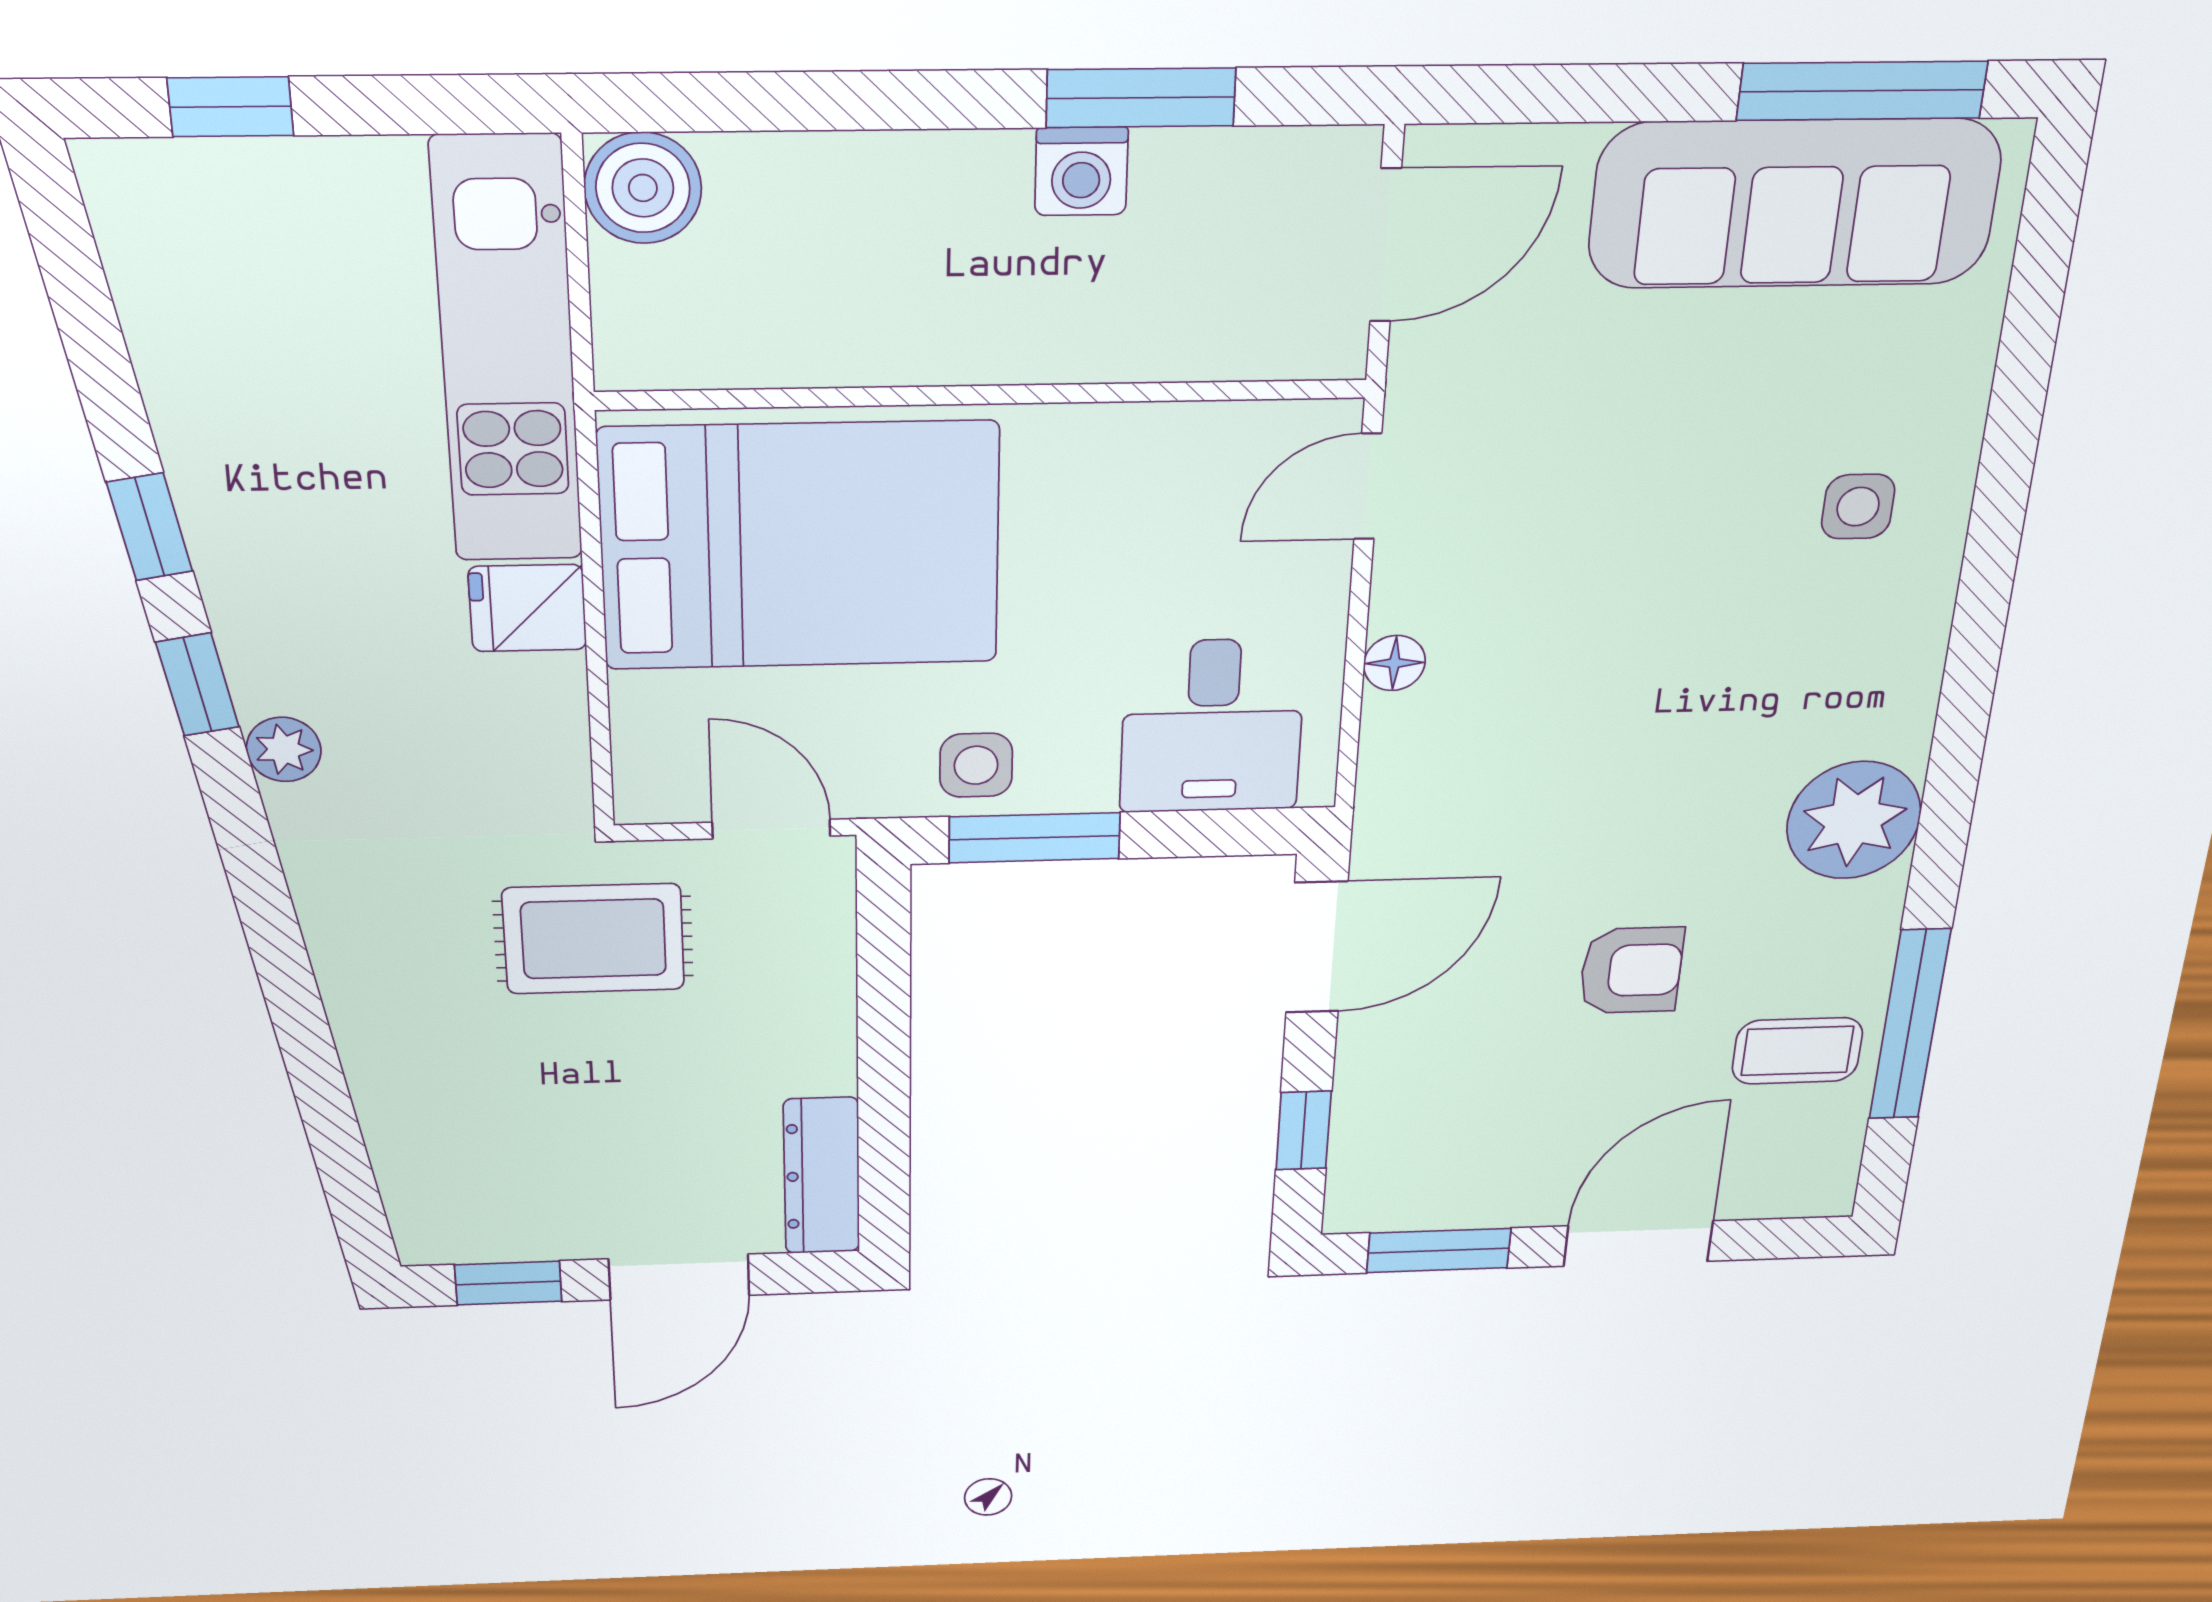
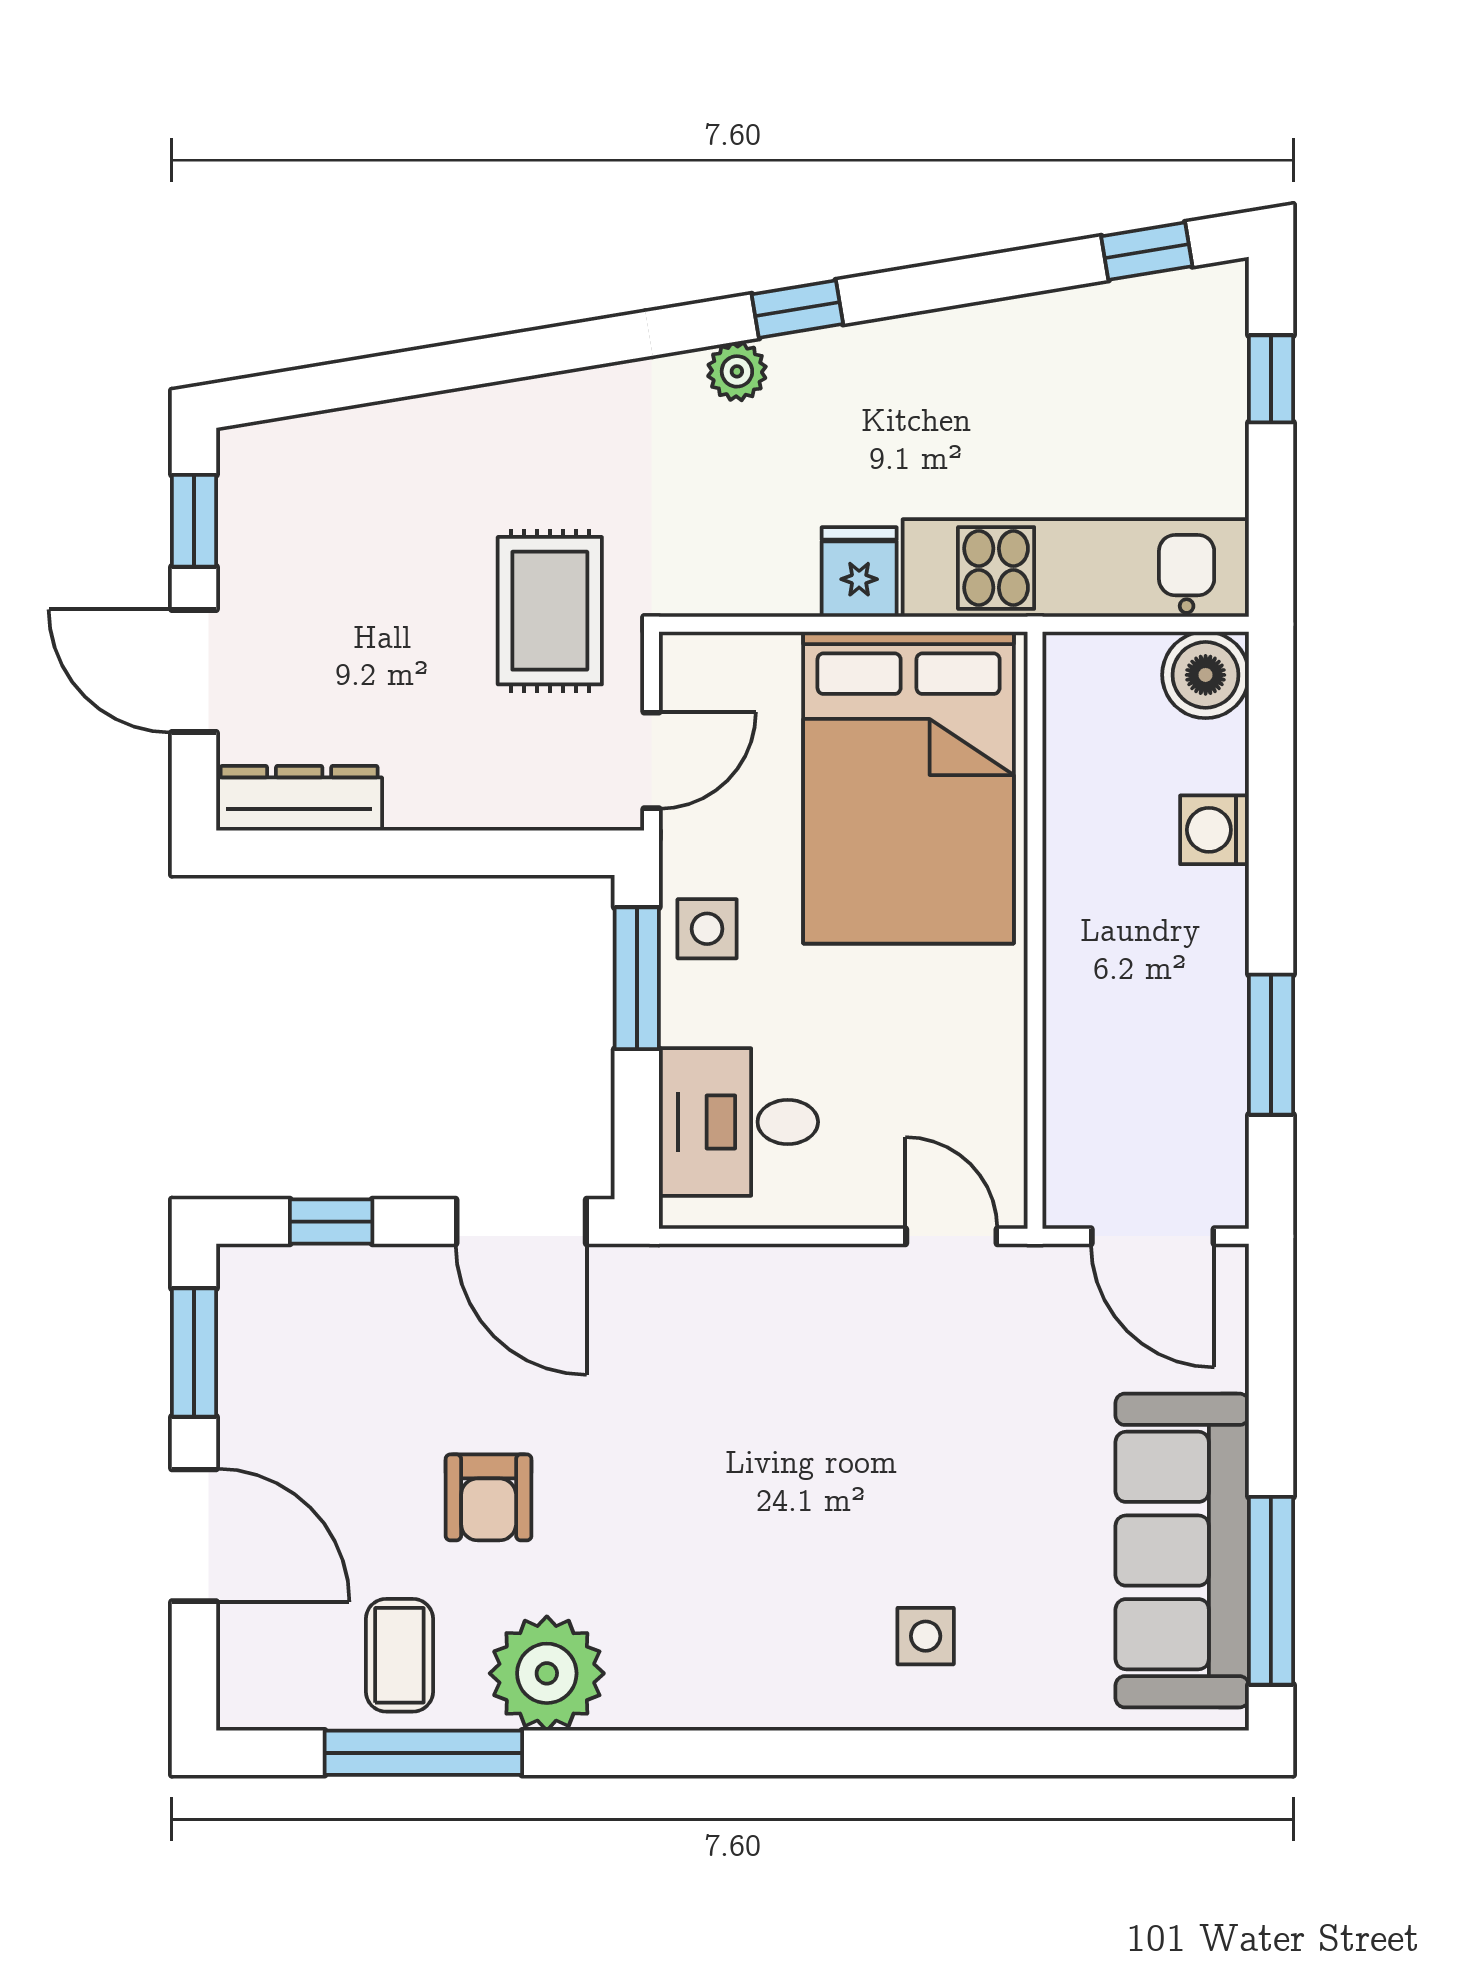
washing machine: (1081, 171) -> (1214, 830), moved
window: (150, 527) -> (1147, 251), moved
floor lamp: (1394, 663) -> (793, 1269), removed
plant: (1854, 820) -> (547, 1673), moved

